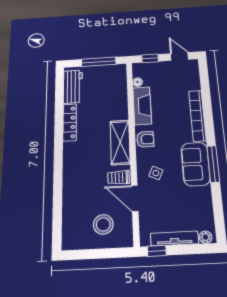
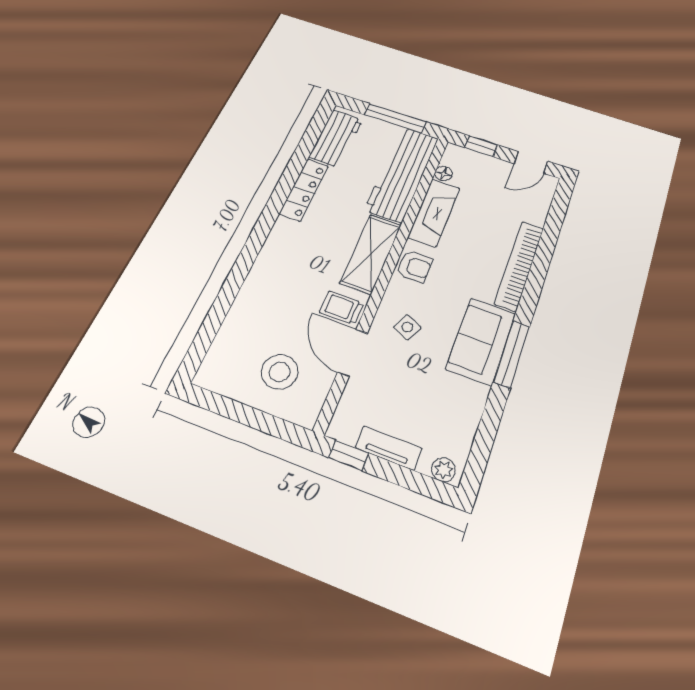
door: (179, 56) -> (531, 162), swing flipped
workbench: (116, 91) -> (402, 174), added
tv unit: (174, 238) -> (389, 448), width x0.71

